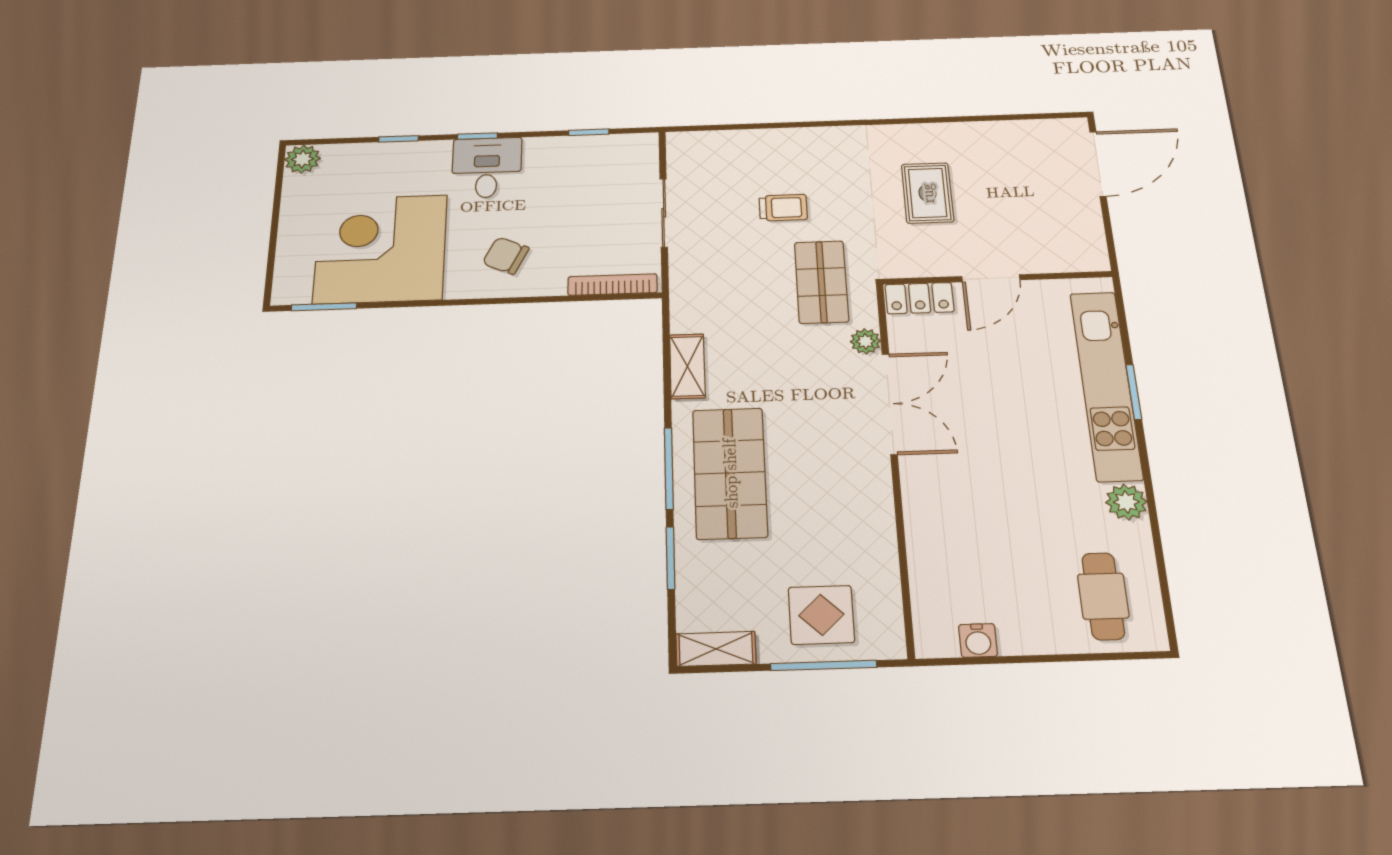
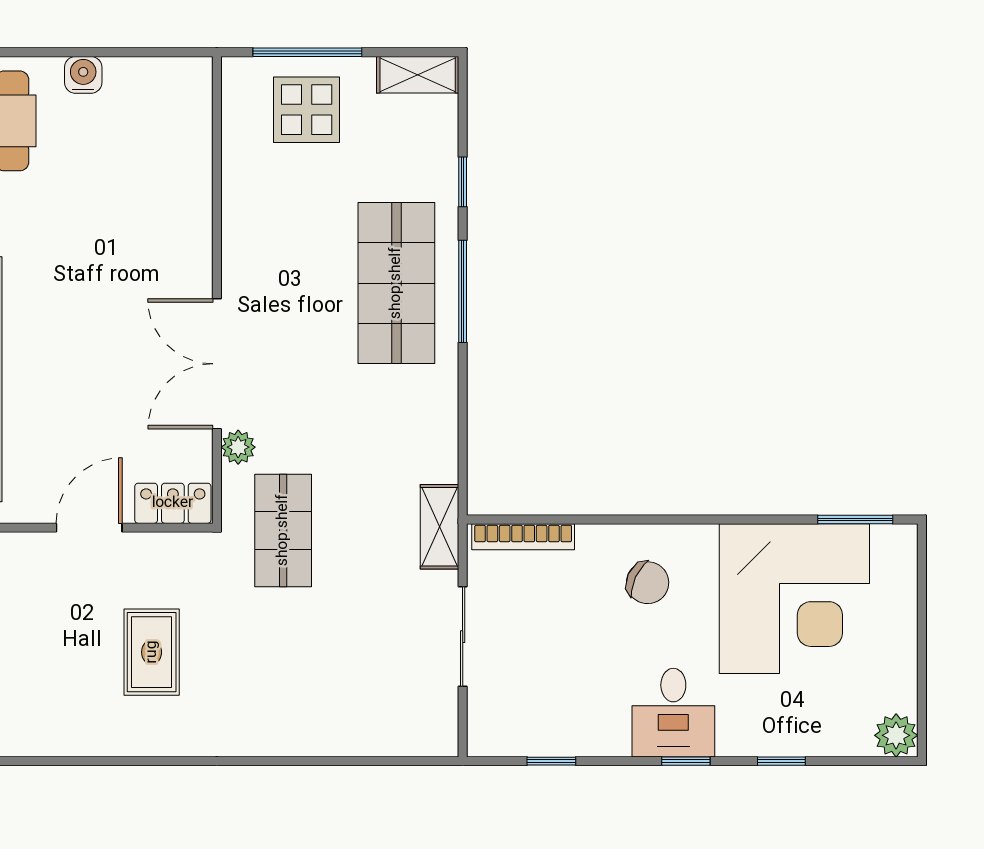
trolley: (783, 208) -> (322, 638), removed
shelving: (687, 366) -> (440, 527), moved
window: (671, 558) -> (463, 182), width x0.67
water cooler: (978, 640) -> (83, 75), moved

